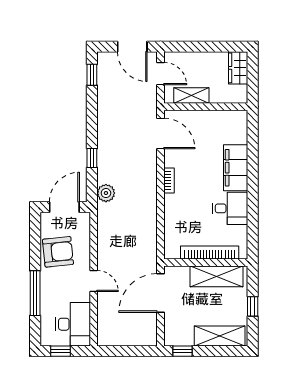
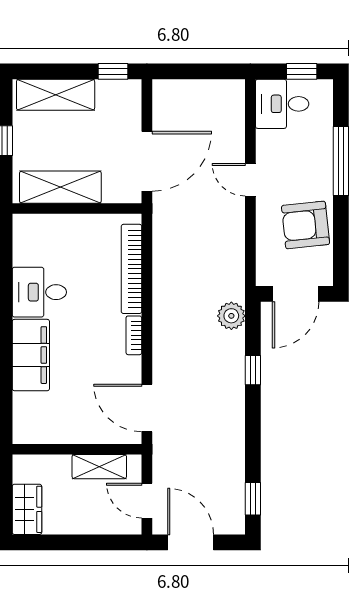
bookcase: (210, 252) -> (131, 269), moved, turned 90
desk: (73, 324) -> (282, 104), width x0.73

